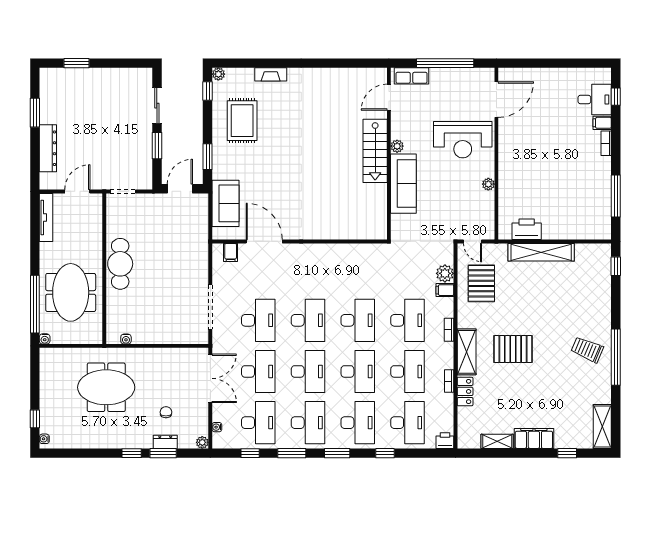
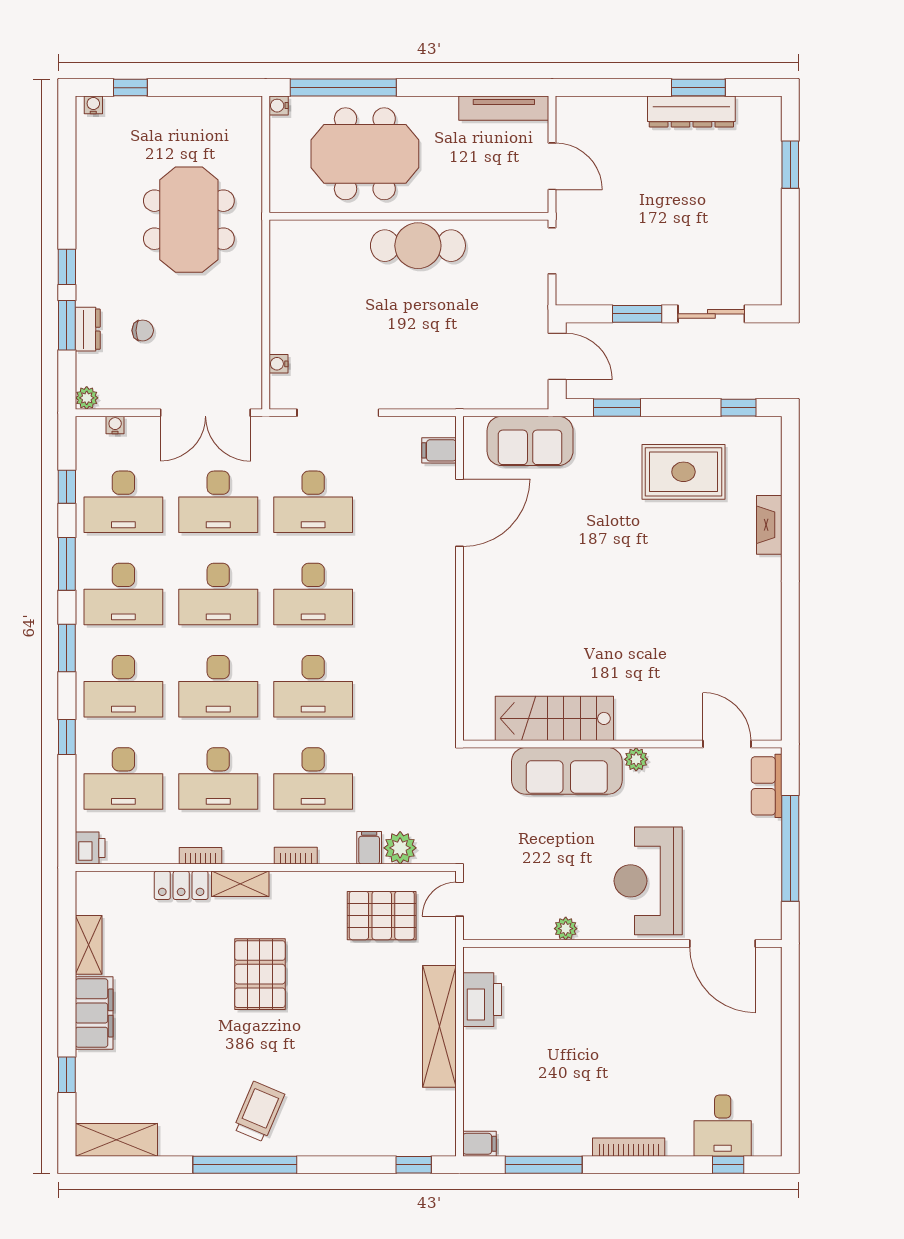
plant: (218, 74) -> (770, 428), removed
filing cabinet: (602, 123) -> (479, 1144), moved, turned 90
bookcase: (606, 143) -> (629, 1147), width x1.56
dresser: (48, 148) -> (691, 112), moved
stairs: (375, 151) -> (554, 718), moved
water cooler: (126, 339) -> (278, 364), moved
shelving: (467, 352) -> (240, 884), width x0.67, depth x0.75

